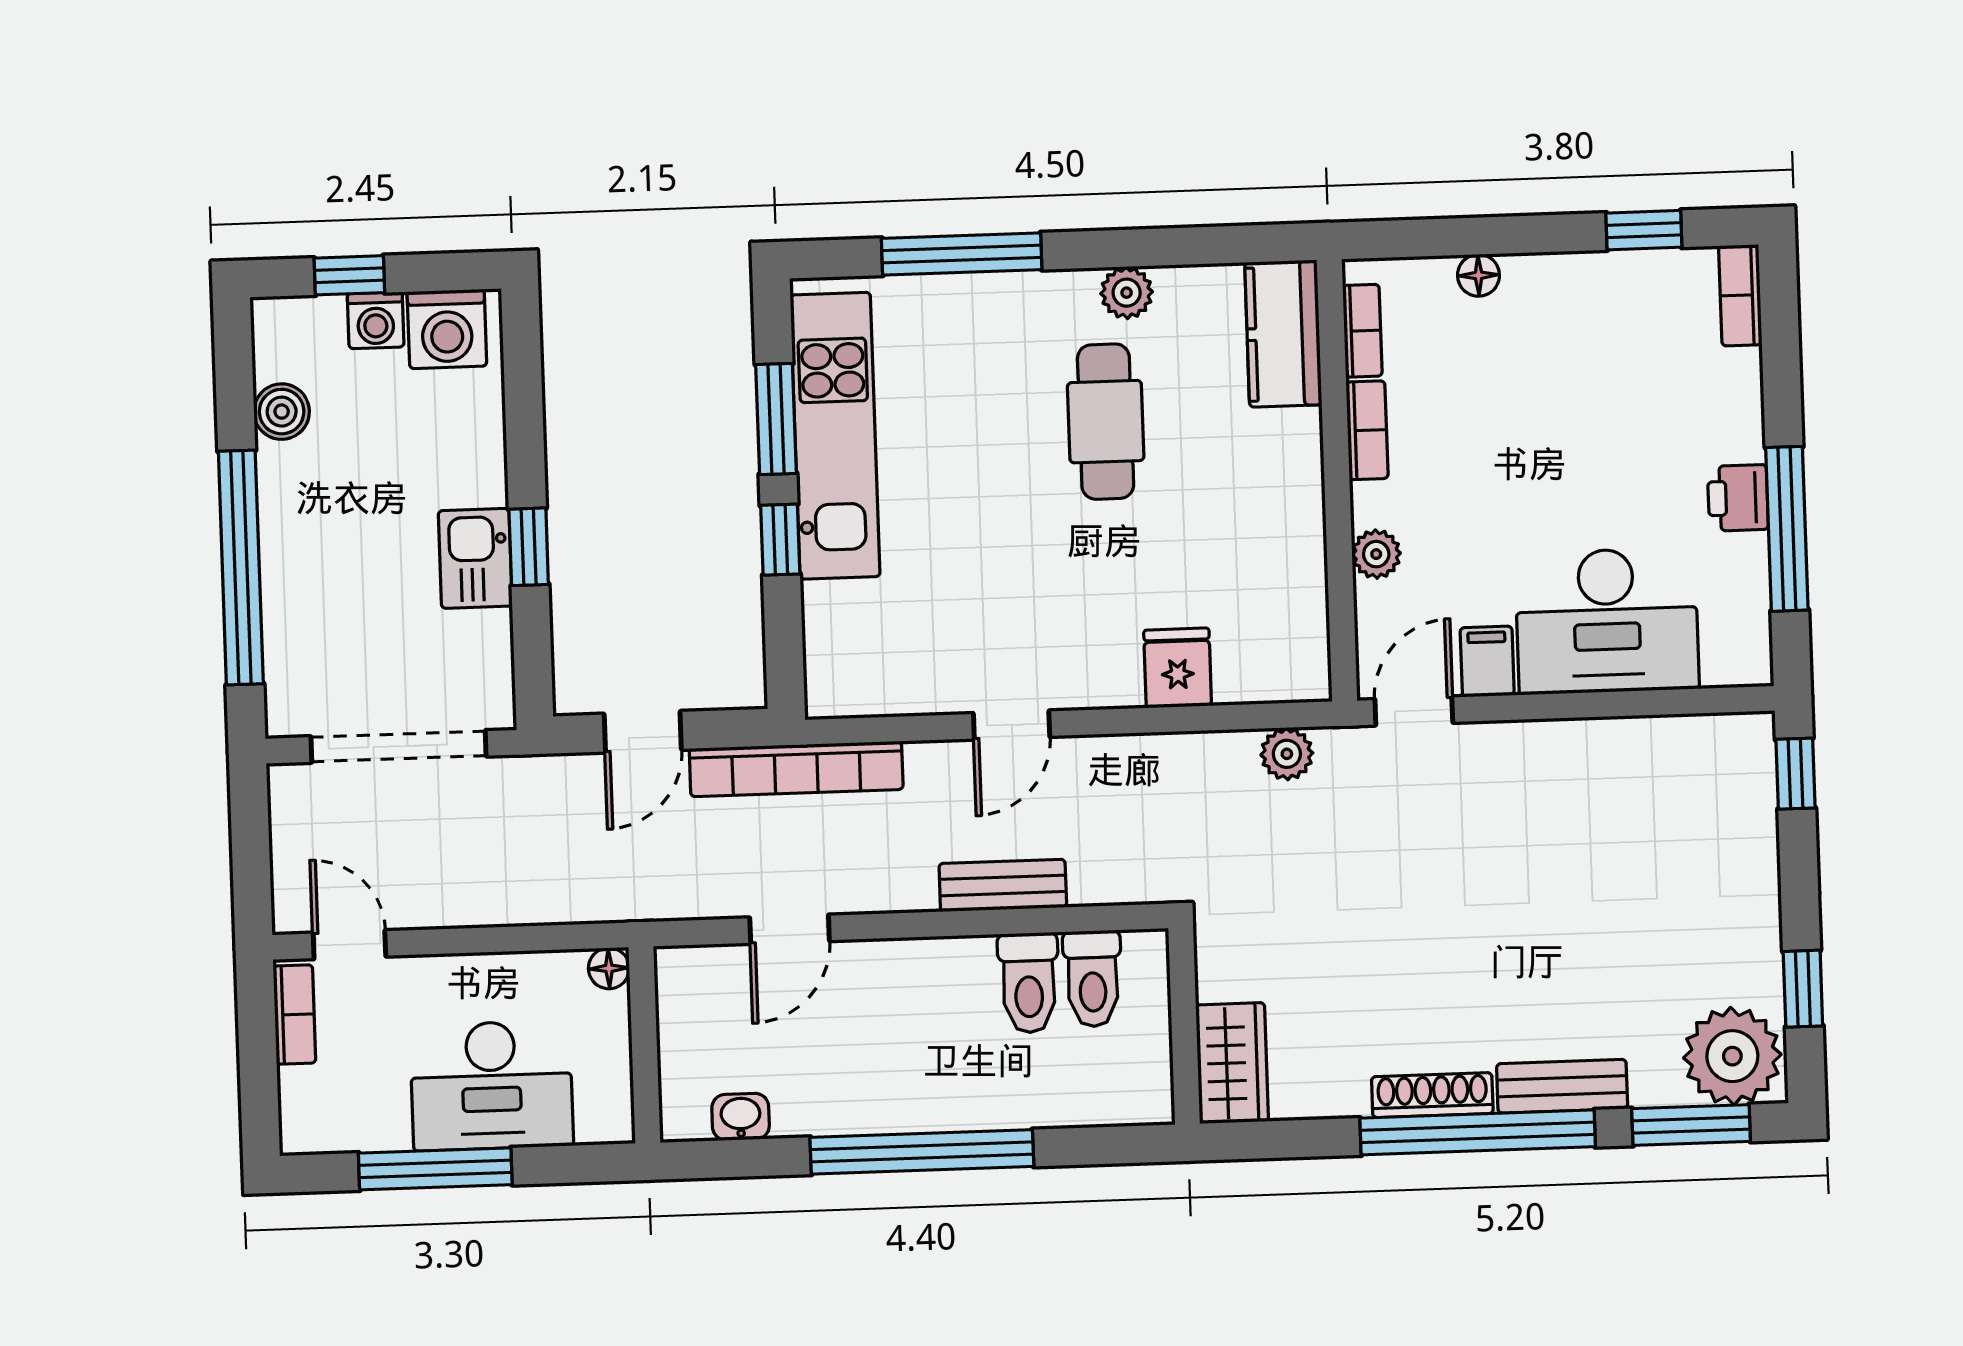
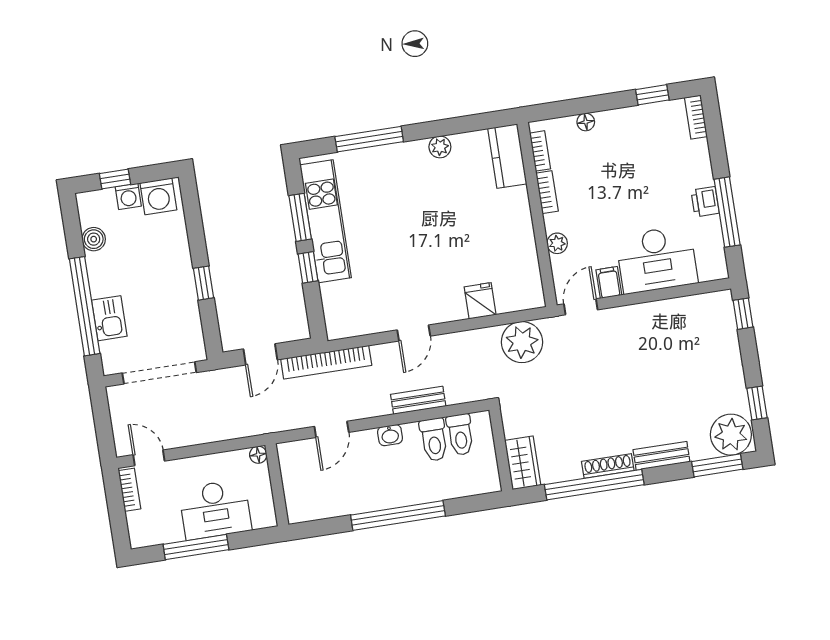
cafe table: (1106, 422) -> (438, 202), removed
kitchen sink: (475, 558) -> (109, 318), moved, turned 180
plant: (1287, 754) -> (522, 342), width x1.88, depth x1.88
washbasin: (741, 1117) -> (390, 435), moved, turned 180
window: (1478, 1132) -> (594, 485), moved

